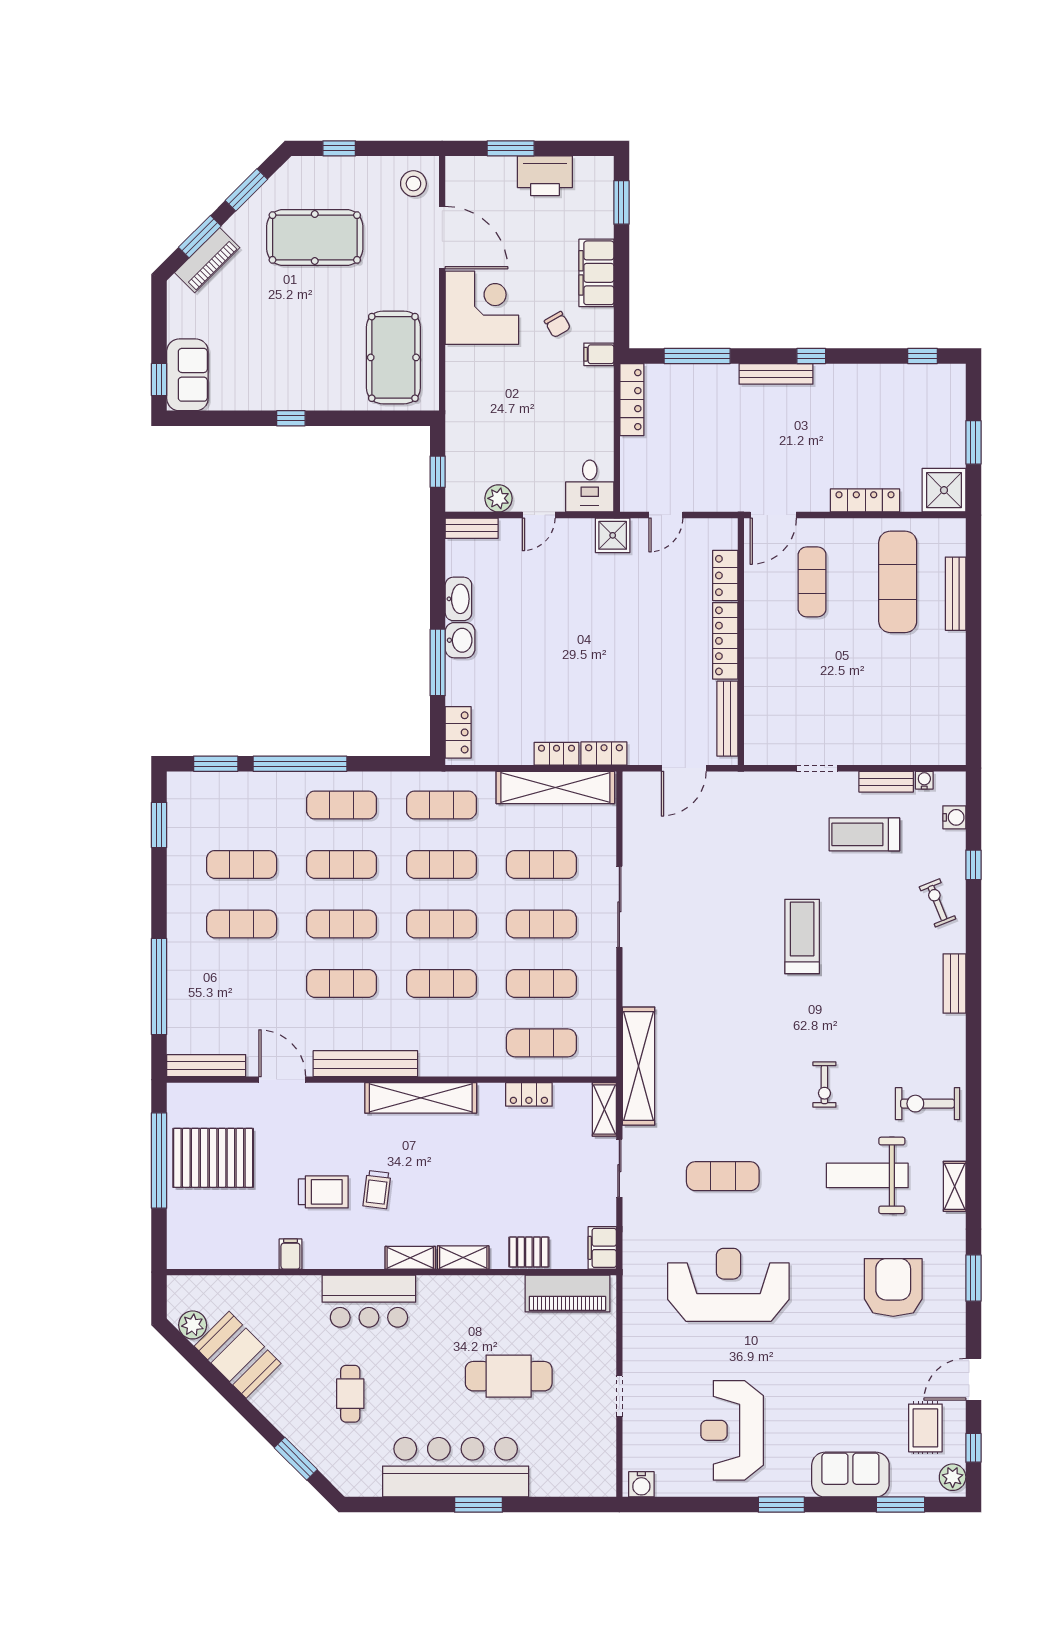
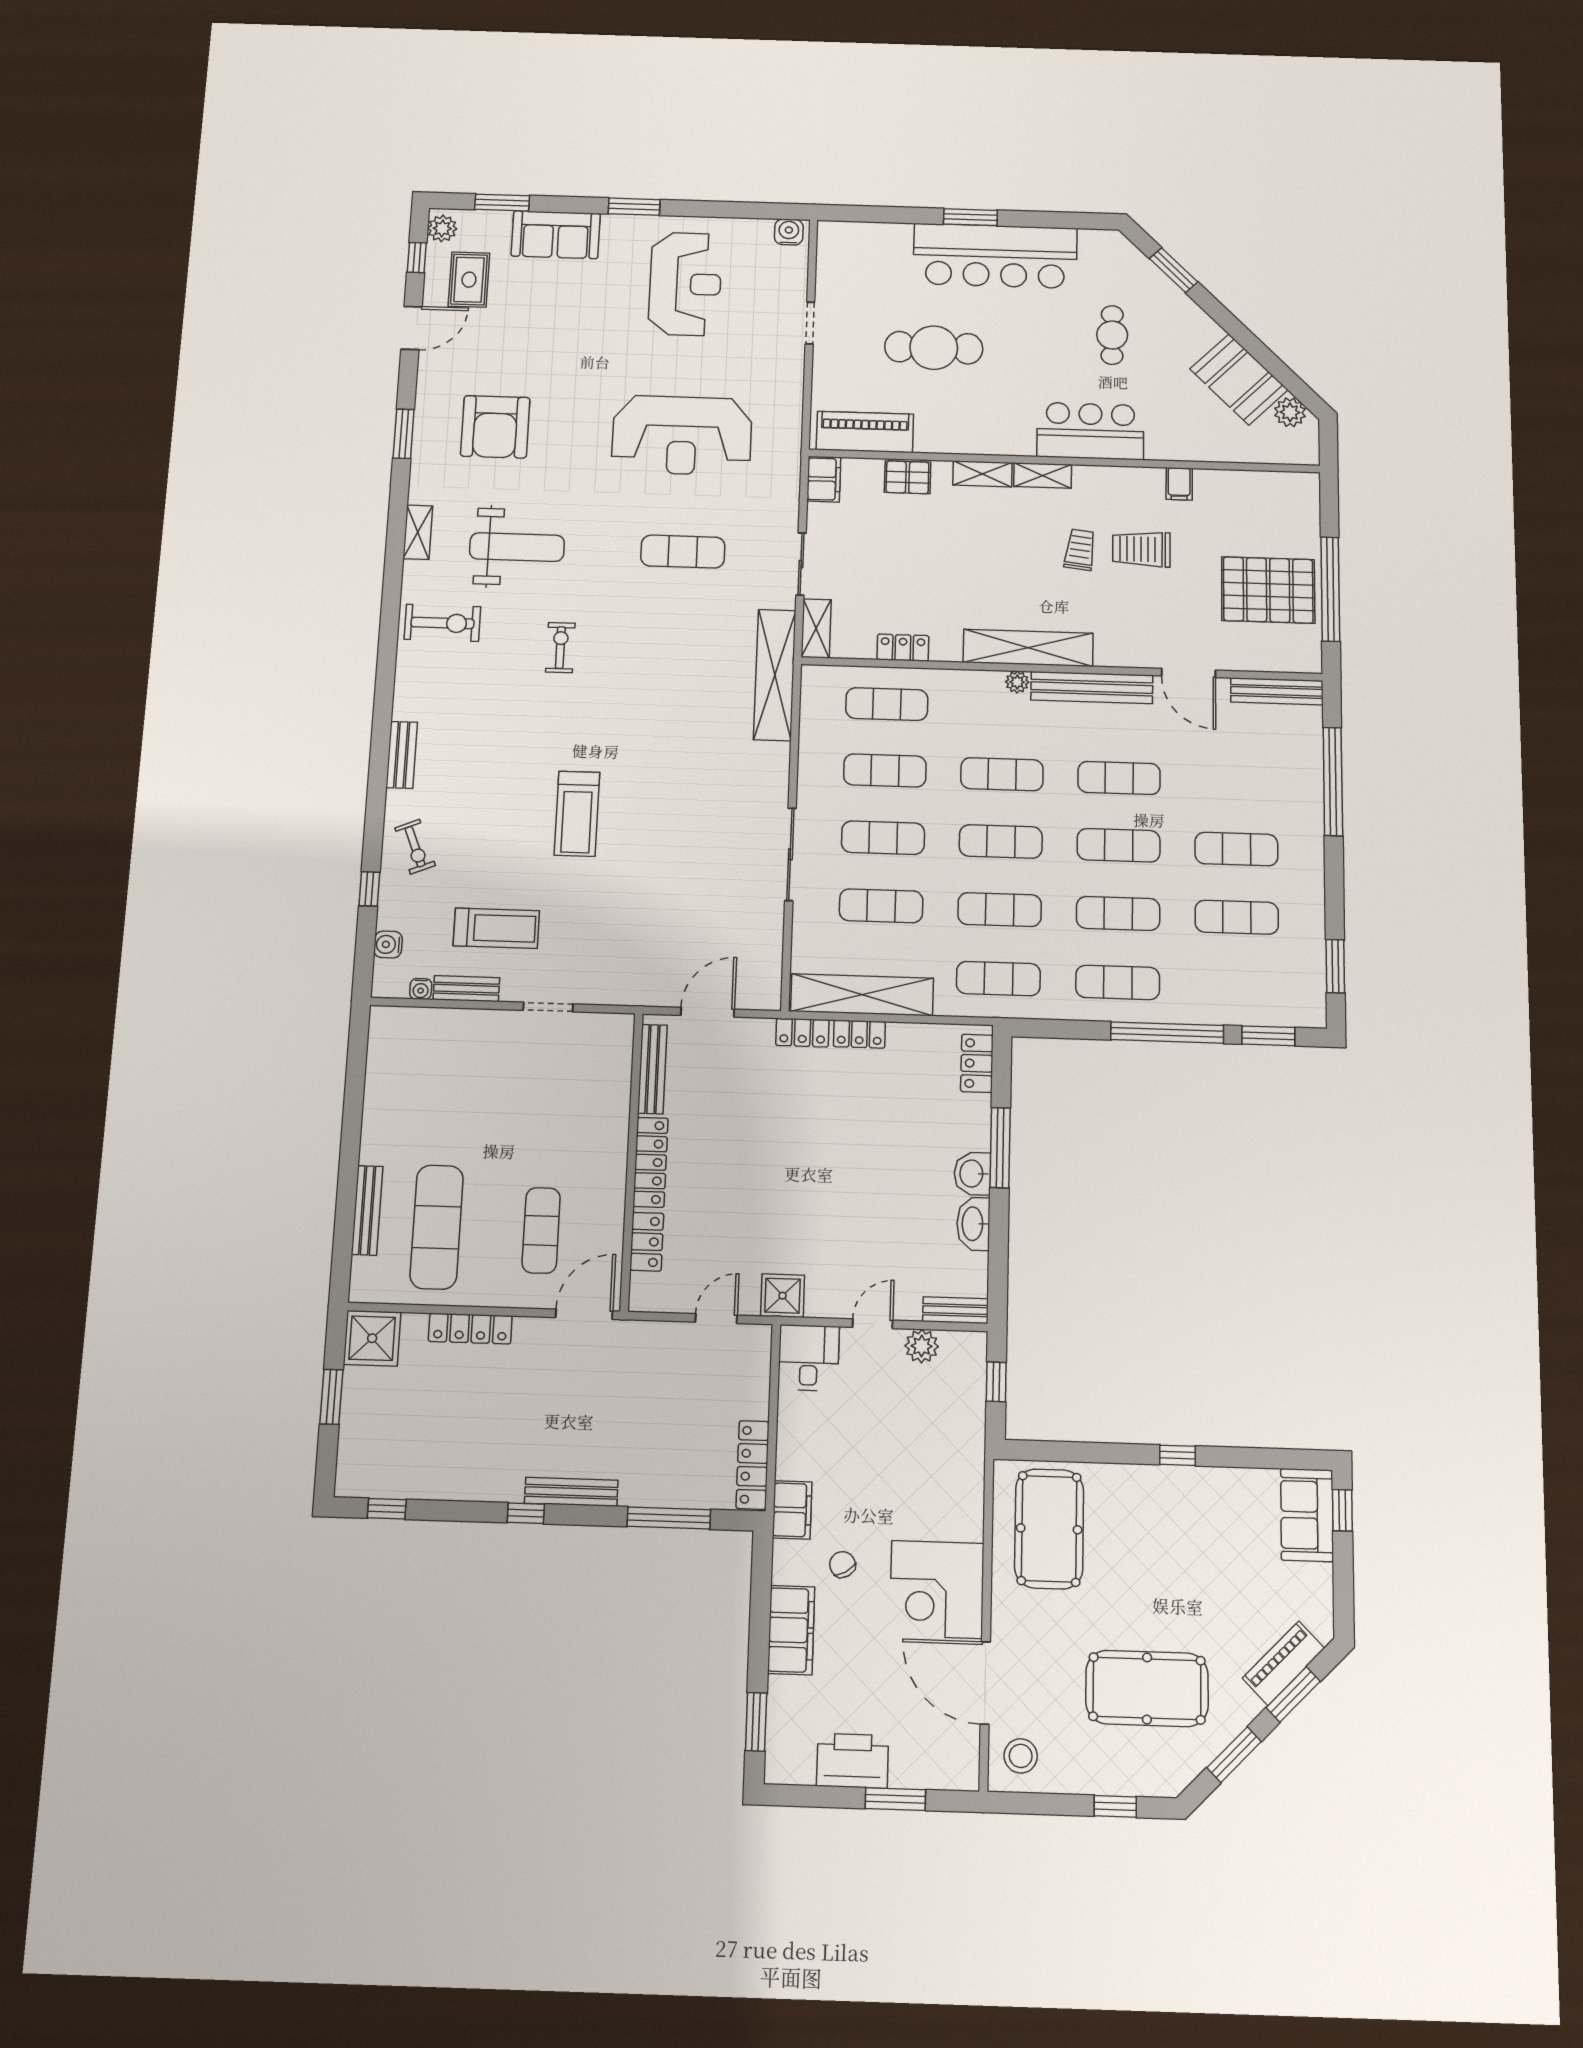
filing cabinet: (599, 354) -> (792, 1510), width x2.00
plant: (430, 1067) -> (1017, 682), added

